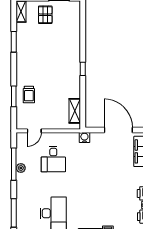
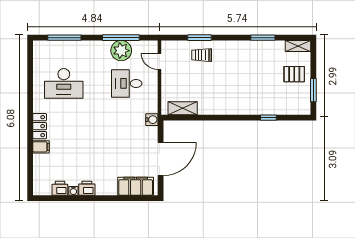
window: (83, 69) -> (268, 118), moved
plant: (21, 168) -> (121, 51), width x1.87, depth x1.87

